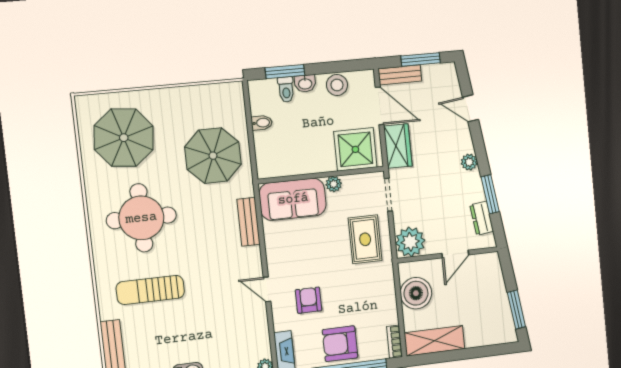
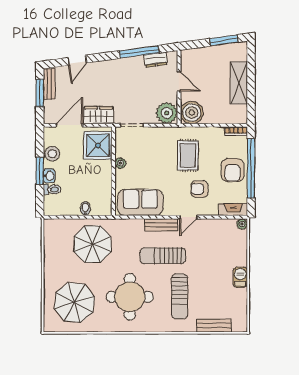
window: (285, 72) -> (40, 171), moved
bench: (400, 75) -> (49, 84), moved
bidet: (262, 123) -> (85, 209), moved
plant: (469, 162) -> (115, 65), removed
window: (490, 194) -> (139, 52), width x1.44
sofa: (293, 199) -> (140, 202), moved, turned -90
bench: (249, 222) -> (161, 225), moved
rug: (365, 239) -> (188, 155), moved, turned 90
sun lounger: (207, 259) -> (163, 256), added
boiler: (416, 293) -> (192, 112), moved
shelving: (434, 341) -> (239, 83), moved

